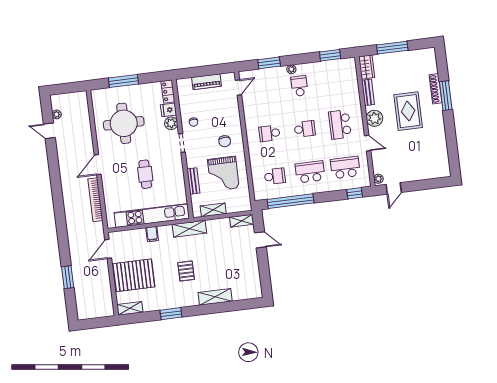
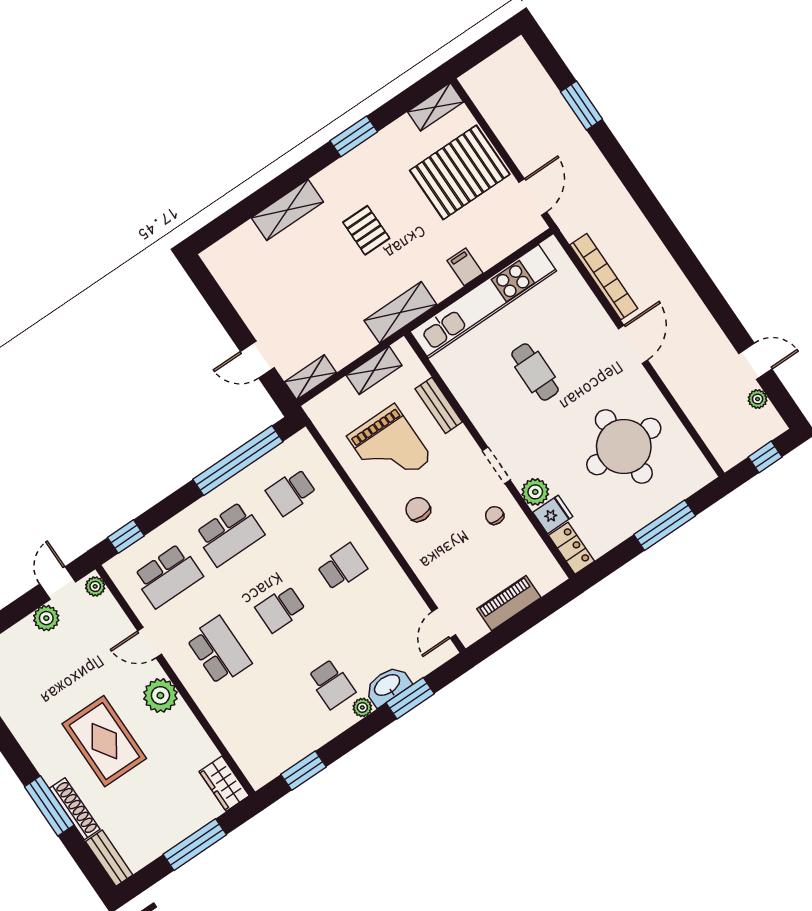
washbasin: (276, 73) -> (388, 686), added
window: (66, 88) -> (765, 457), added
bench: (368, 92) -> (109, 858), moved
grand piano: (223, 174) -> (390, 448), turned 180
plant: (406, 176) -> (46, 618), added

